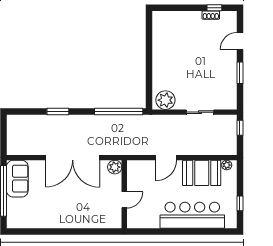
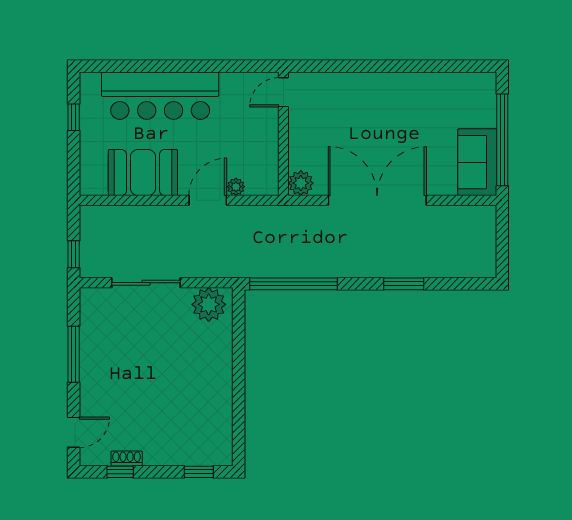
window: (171, 8) -> (199, 472), added
door: (240, 41) -> (74, 432), moved
window: (240, 73) -> (74, 354), width x1.44
sliding door: (200, 112) -> (146, 283), width x1.37
plant: (227, 165) -> (236, 187), moved
door: (124, 200) -> (283, 92), moved

